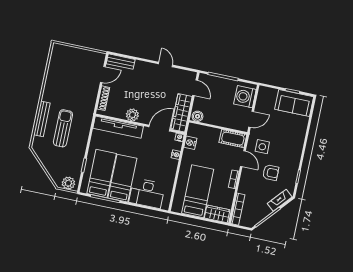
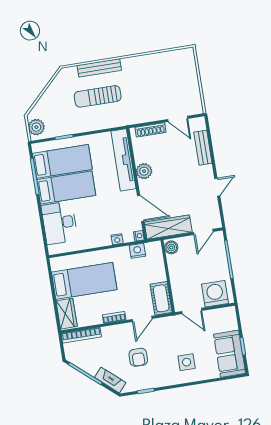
bench: (121, 62) -> (203, 148), moved
sun lounger: (63, 128) -> (98, 96), turned 180
side table: (262, 147) -> (187, 362), moved

